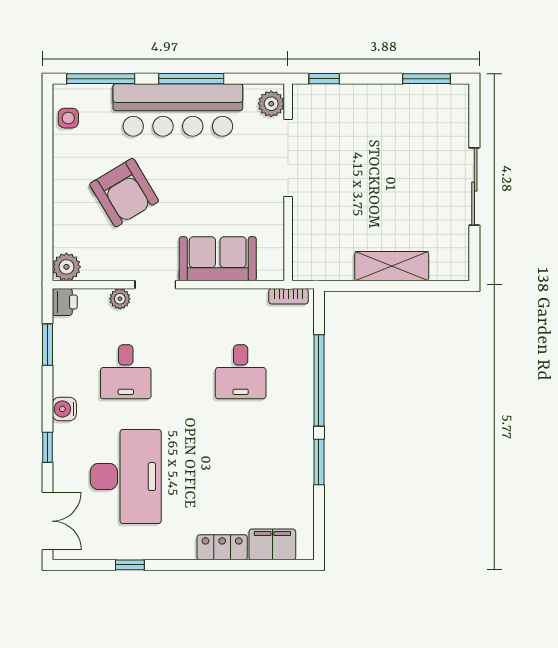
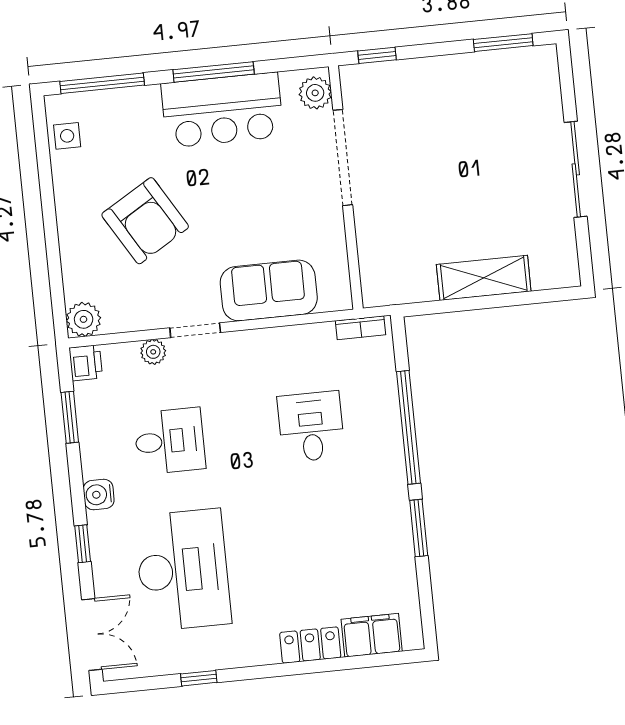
bar counter: (178, 110) -> (222, 110), width x0.73
desk: (126, 372) -> (170, 441), turned -90
desk: (241, 372) -> (311, 427), turned 180

